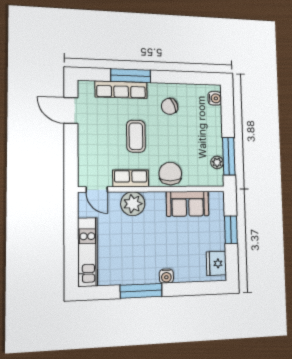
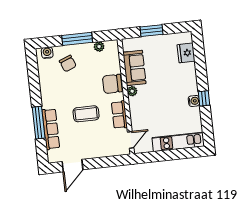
chair: (170, 106) -> (68, 64), moved
window: (229, 156) -> (77, 39), moved
plant: (133, 204) -> (132, 91), moved, width x0.53, depth x0.53
fridge: (216, 263) -> (186, 53), moved, turned 90
water cooler: (166, 276) -> (194, 101), moved
window: (141, 291) -> (204, 98), width x0.46

